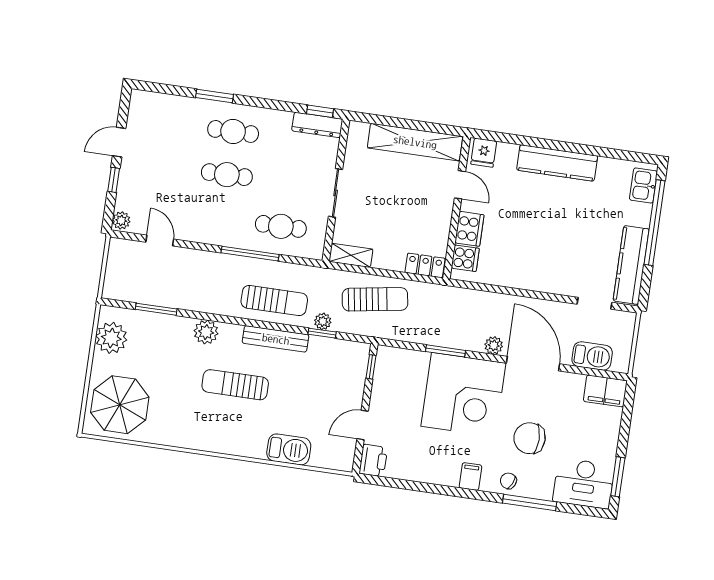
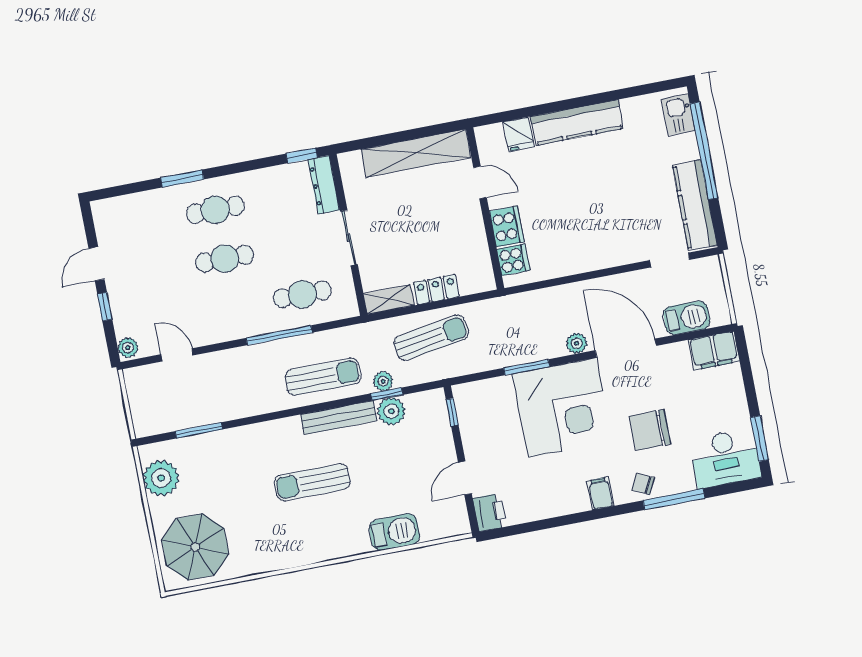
dresser: (317, 125) -> (324, 185), moved, turned 90
fridge: (484, 153) -> (519, 134), moved
locker: (425, 265) -> (436, 290), moved
plant: (206, 332) -> (391, 411), moved

